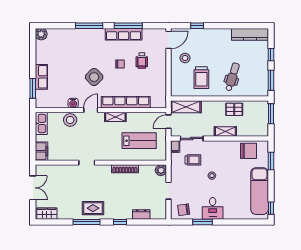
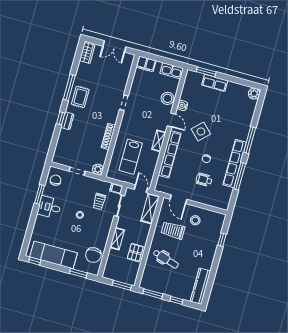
row of seats: (124, 34) -> (235, 163), width x1.36
door: (169, 40) -> (178, 199), moved
dresser: (141, 214) -> (67, 121), moved

